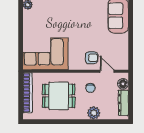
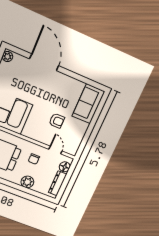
armchair: (92, 58) -> (57, 121), moved

